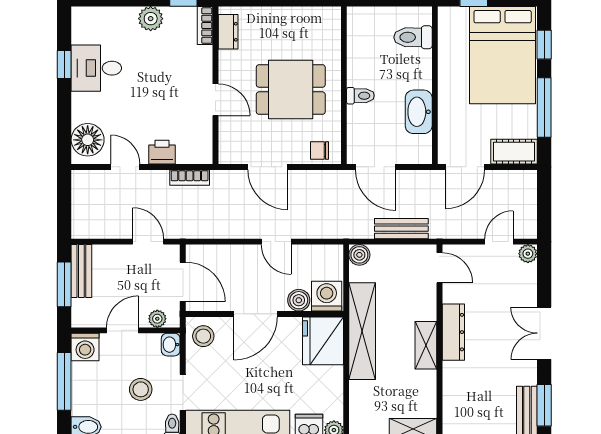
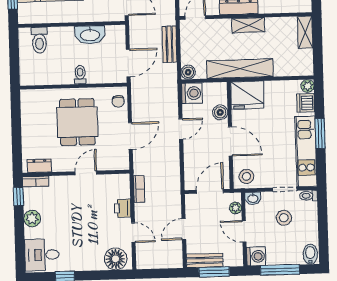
desk: (96, 68) -> (42, 255), moved, turned 90
door: (125, 167) -> (133, 233), swing flipped
door: (148, 242) -> (184, 229), moved
washing machine: (327, 296) -> (192, 93), moved, turned 180

